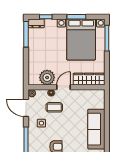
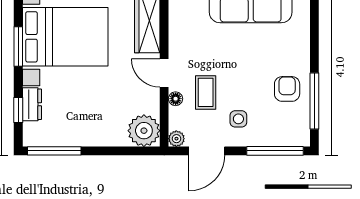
dresser: (36, 23) -> (32, 104), moved
plant: (47, 77) -> (144, 131), moved

